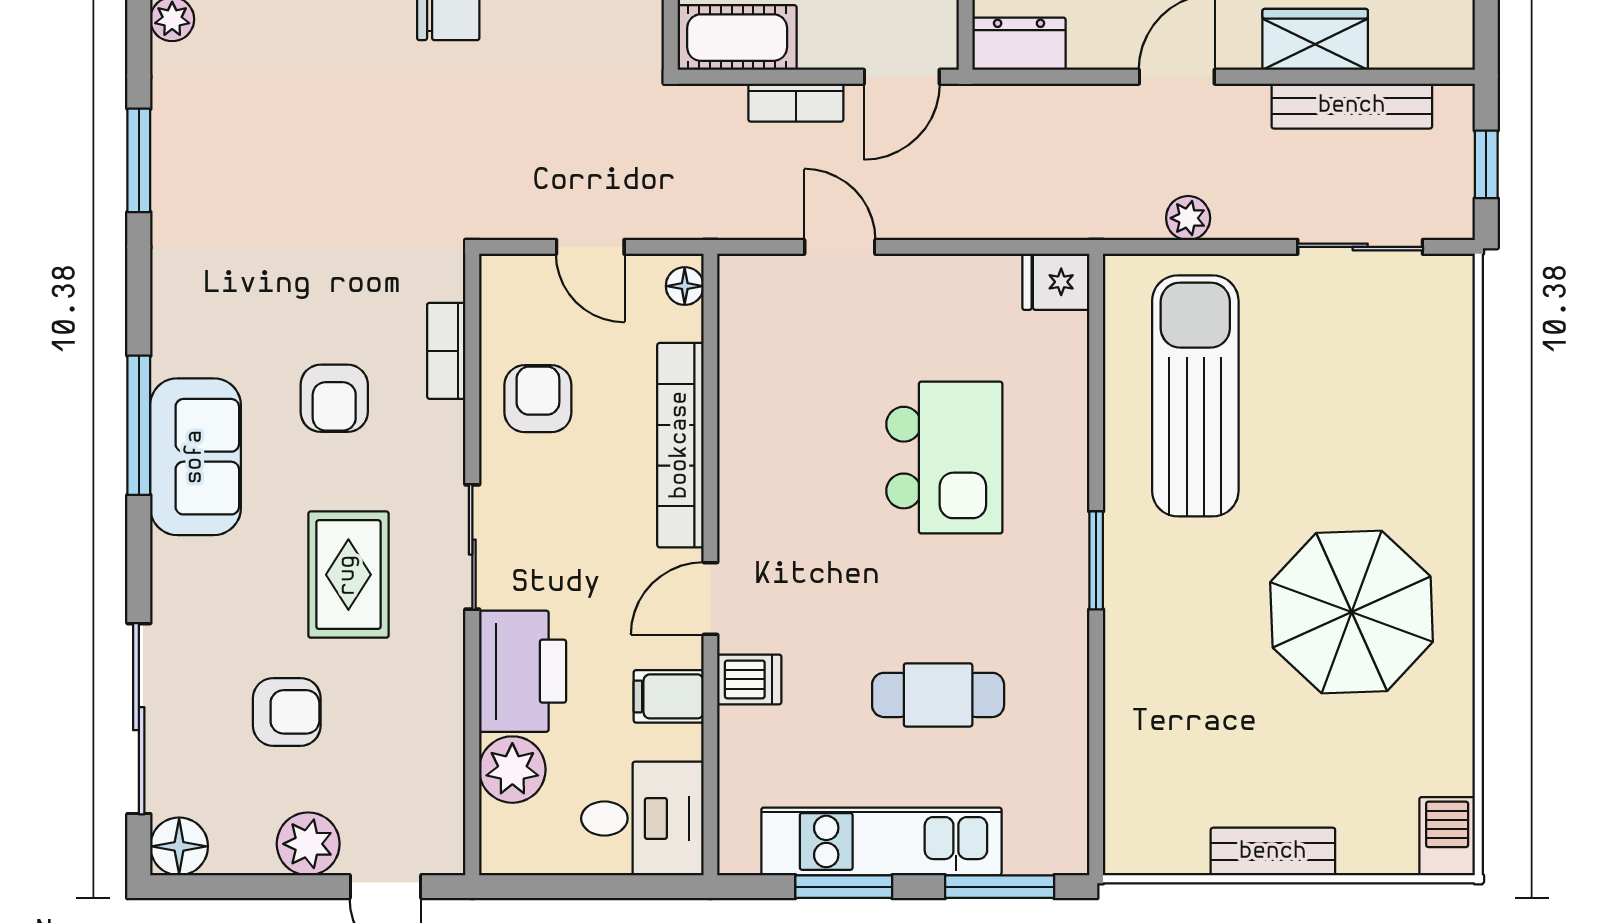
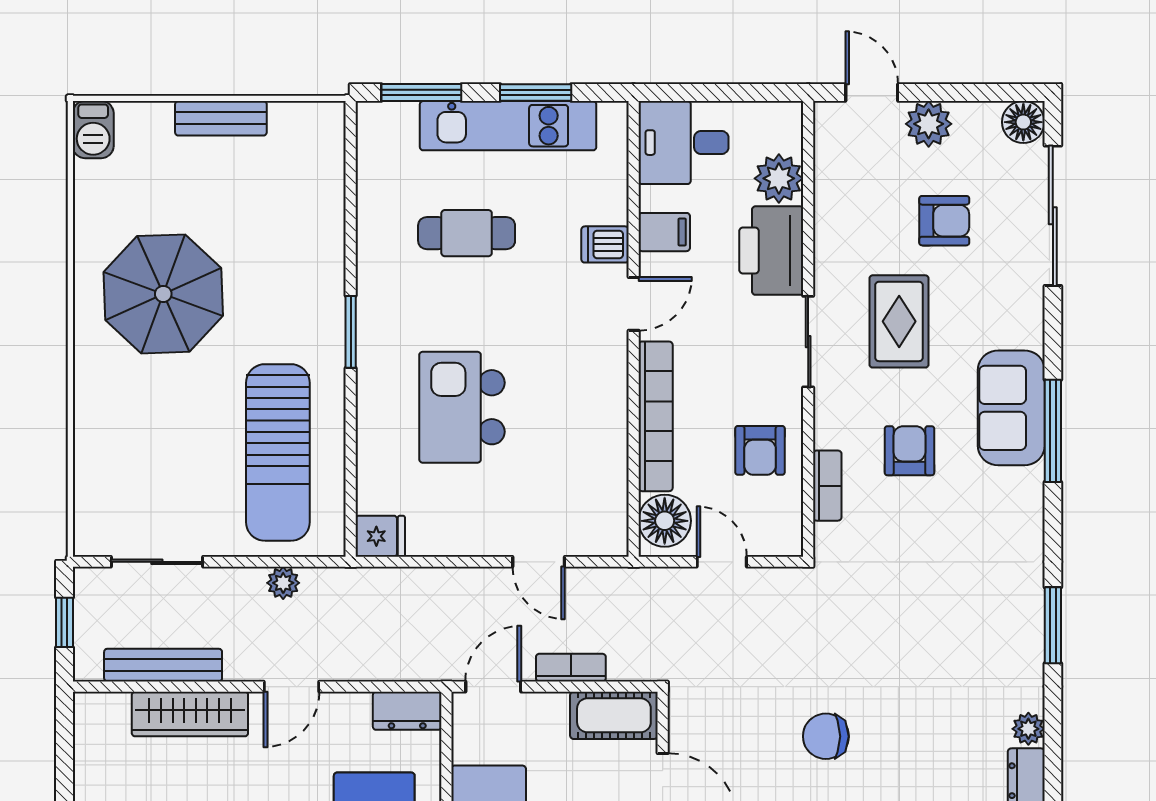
wardrobe: (1315, 39) -> (190, 714), width x1.50
floor lamp: (685, 286) -> (665, 521), width x1.89, depth x1.89
armchair: (287, 712) -> (944, 221), turned 180

